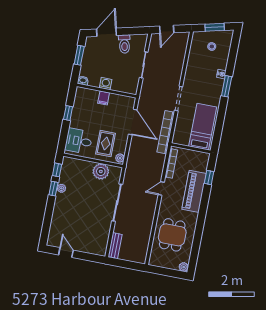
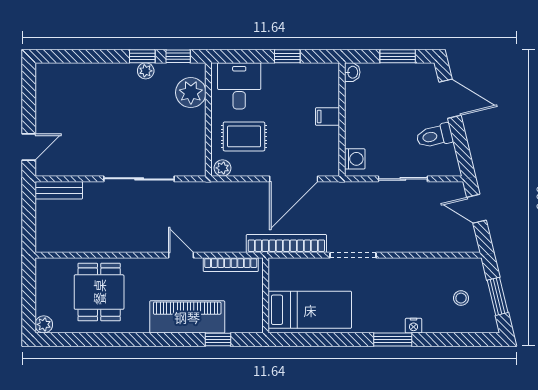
washing machine: (106, 84) -> (355, 159), moved
plant: (101, 171) -> (191, 93), moved
dining table: (172, 235) -> (99, 292), turned 90
door: (66, 253) -> (29, 147), moved

